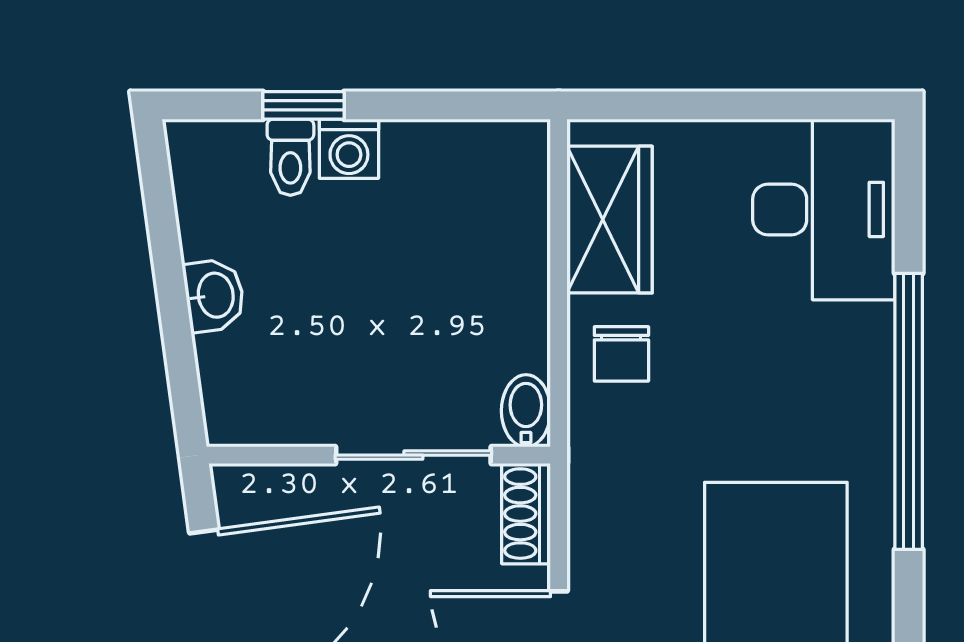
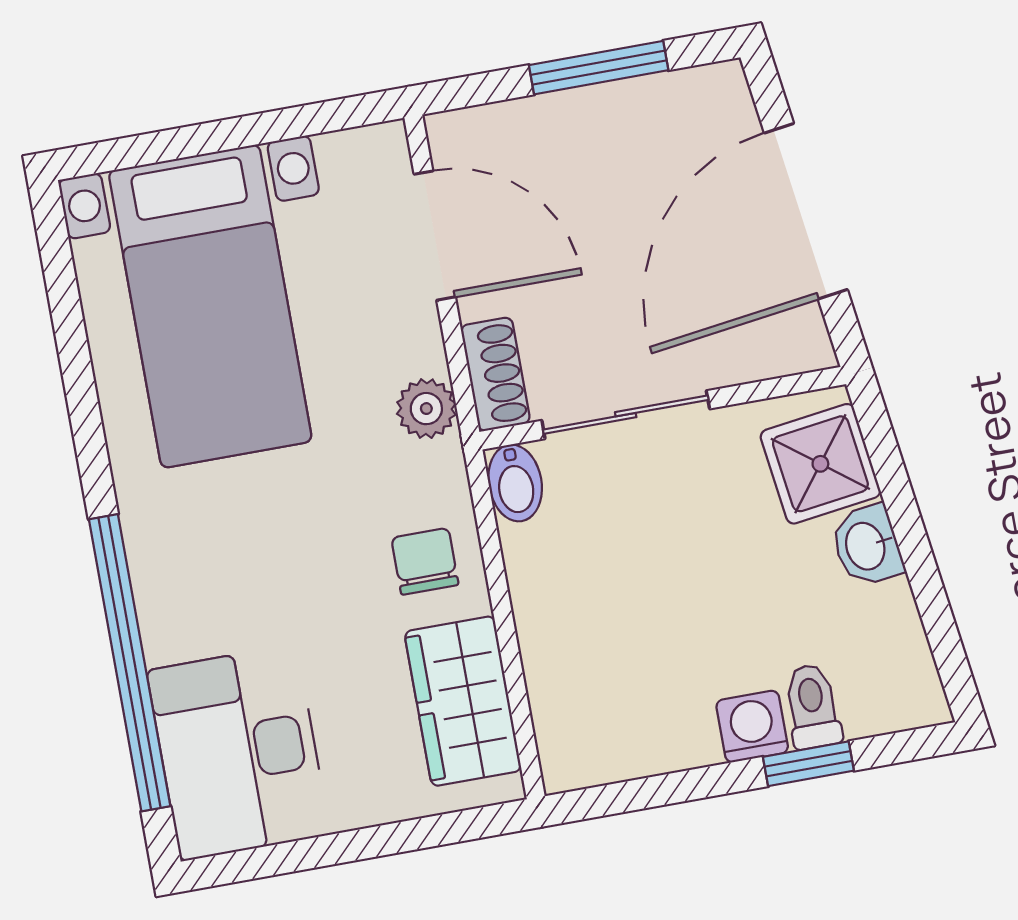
shower: (243, 378) -> (820, 464), added
window: (909, 411) -> (130, 663), moved
plant: (595, 494) -> (426, 409), added

